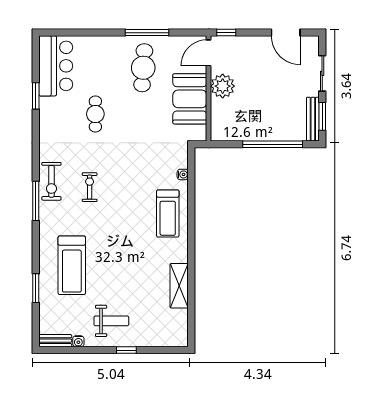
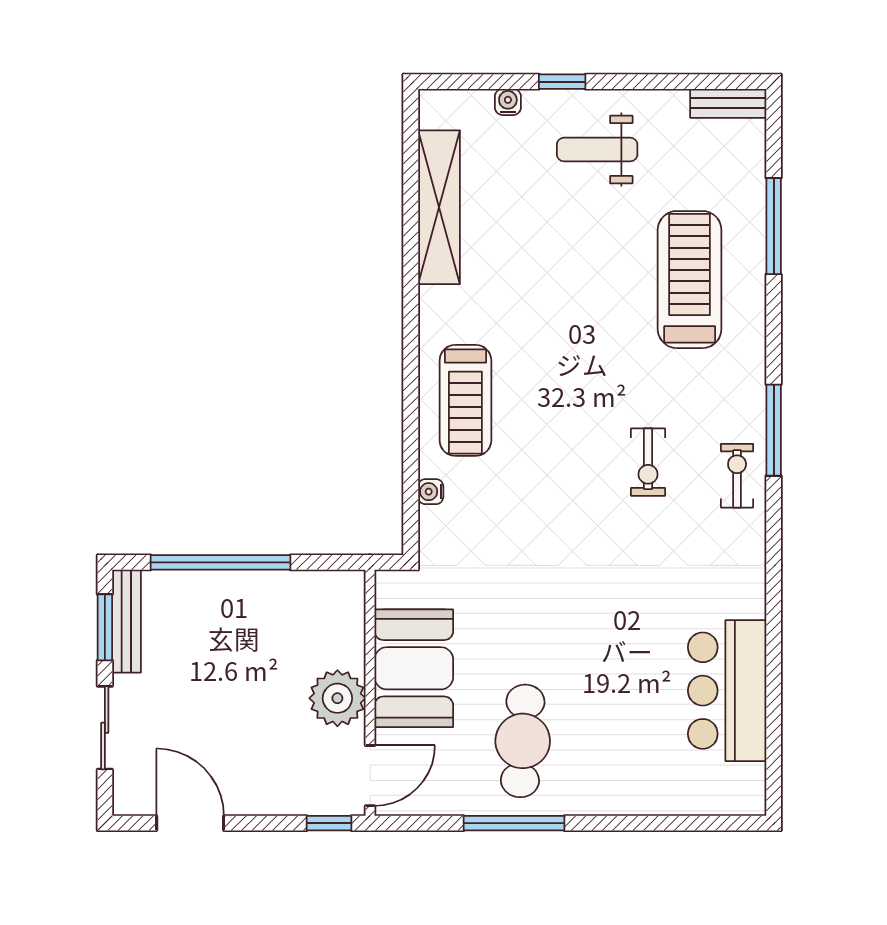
bar counter: (56, 66) -> (727, 691), moved
window: (36, 96) -> (774, 675), removed
cafe table: (95, 114) -> (634, 633), removed
exercise bike: (51, 181) -> (737, 476), width x0.73, depth x0.72
treadmill: (168, 214) -> (465, 400), turned 180
shelving: (179, 286) -> (439, 207), width x1.47
window: (36, 288) -> (774, 226), width x1.44
water cooler: (78, 341) -> (508, 102), moved

